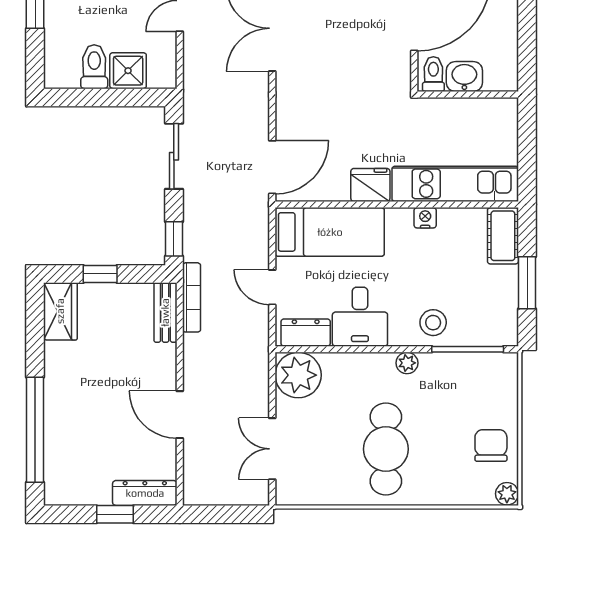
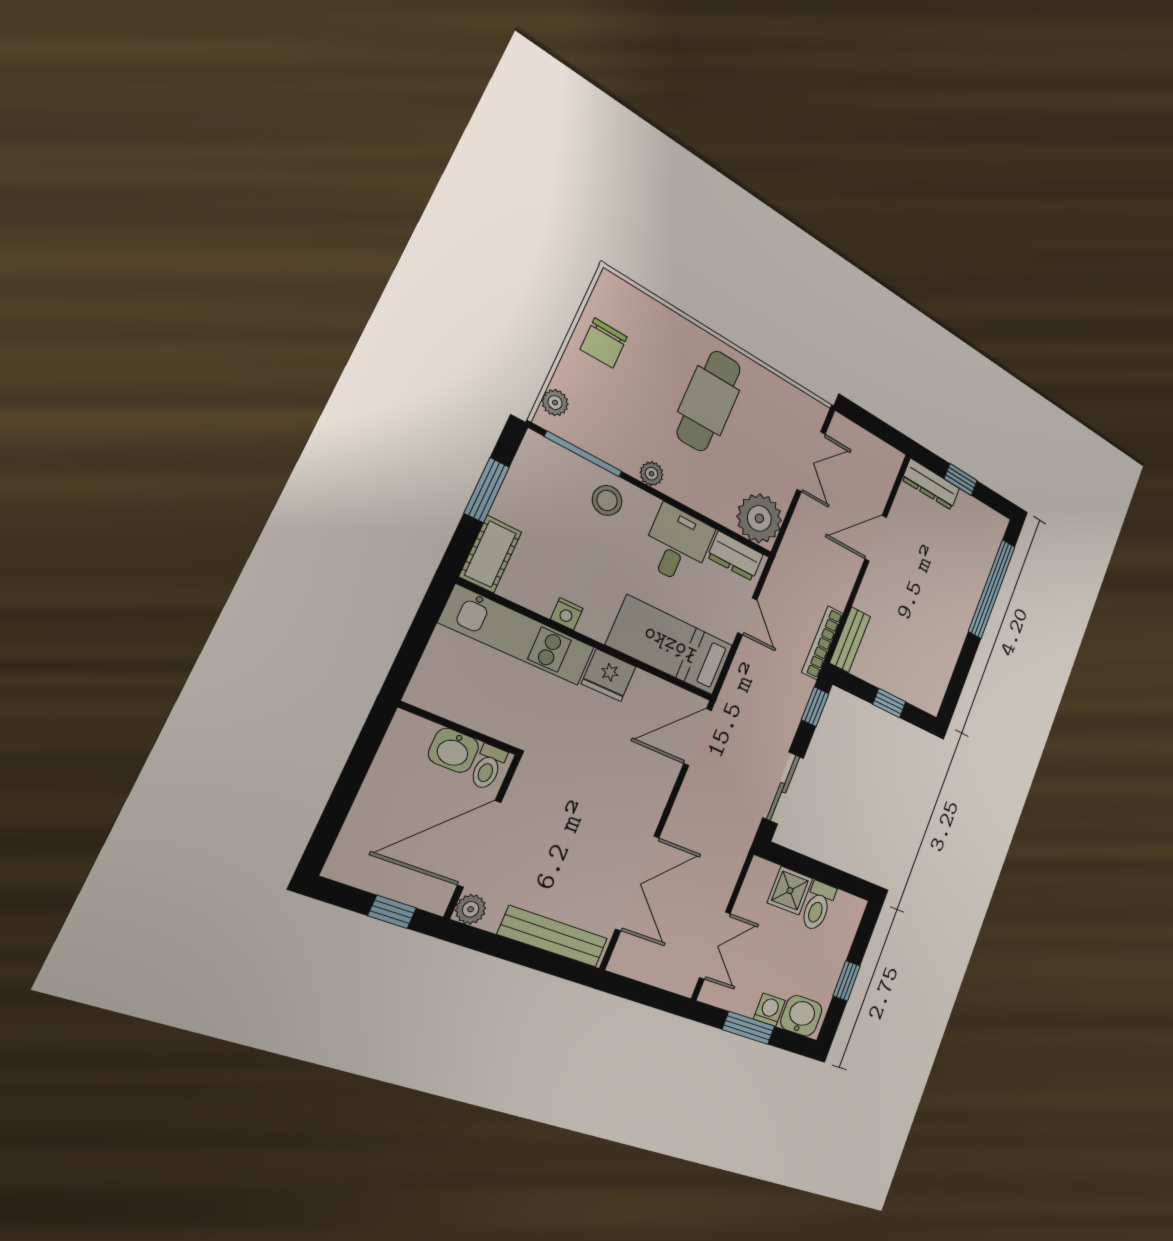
wardrobe: (60, 311) -> (933, 684), removed
door: (180, 415) -> (876, 538), swing flipped
plant: (507, 494) -> (555, 403), moved

